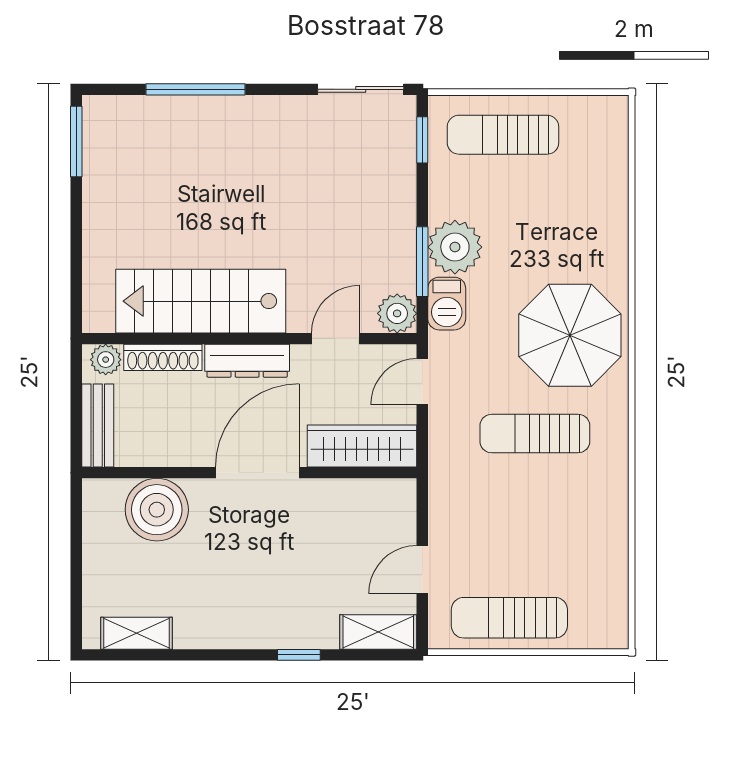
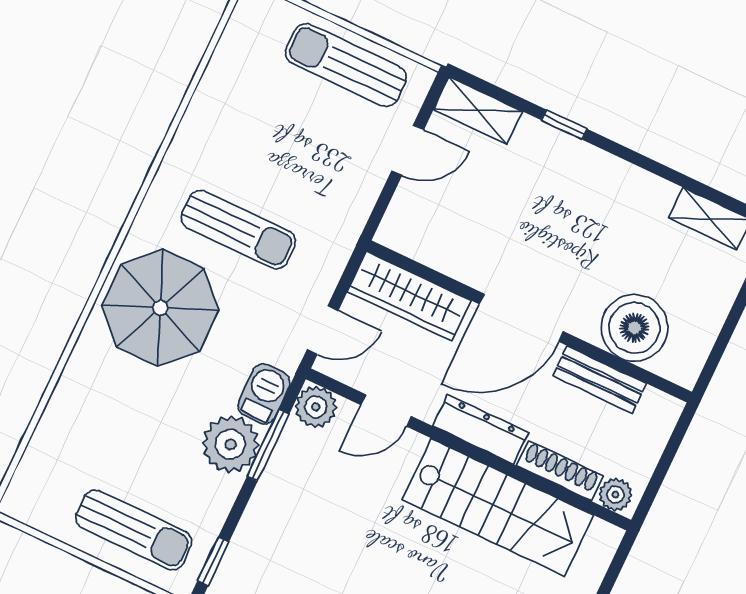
bench: (98, 425) -> (599, 380), moved, turned 90
sun lounger: (509, 618) -> (346, 65), turned 180

